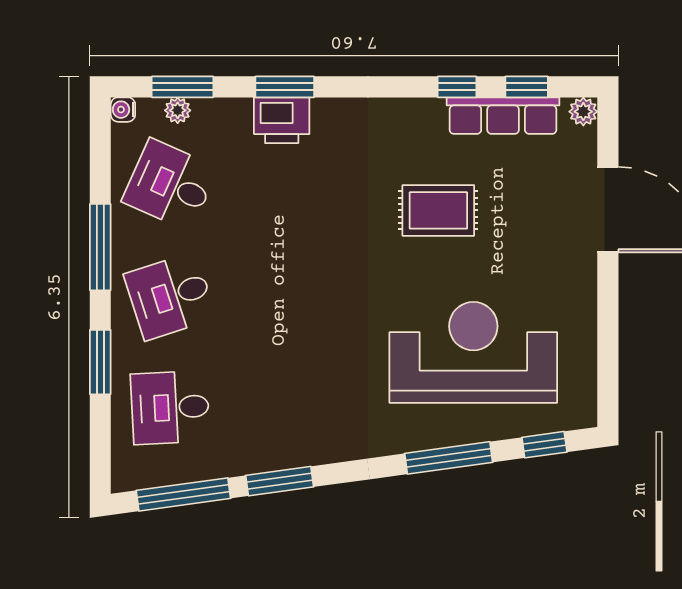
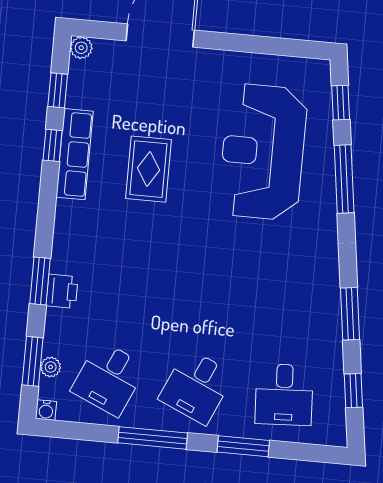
row of seats: (503, 116) -> (75, 154), moved
printer: (282, 120) -> (62, 291), width x0.73, depth x0.81
desk: (170, 296) -> (196, 387), turned 42
window: (183, 494) -> (353, 391), width x0.46

